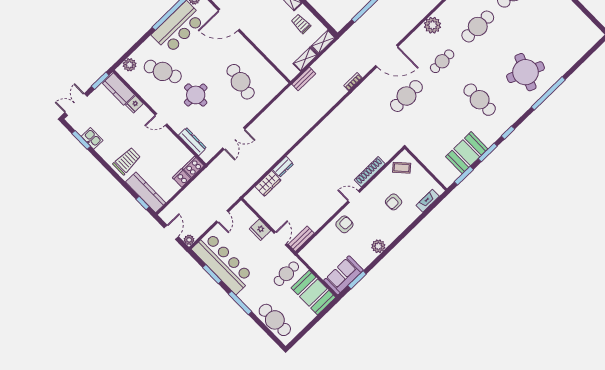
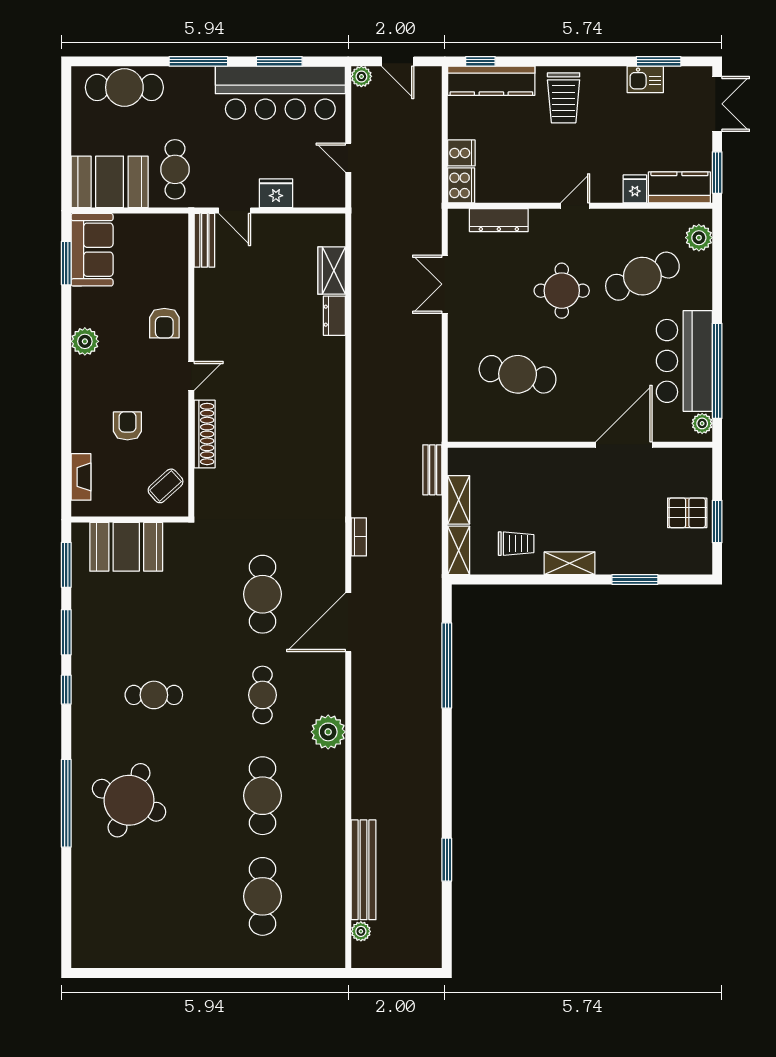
cafe table: (480, 100) -> (154, 695), width x0.73, depth x0.74
booth: (467, 153) -> (126, 547), moved, turned 90

